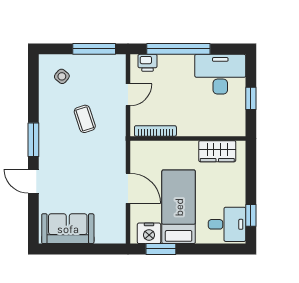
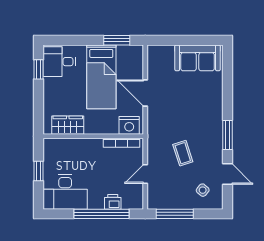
printer: (148, 63) -> (113, 202), moved
door: (33, 181) -> (227, 174), moved
nightstand: (149, 233) -> (129, 125), moved, turned 180

